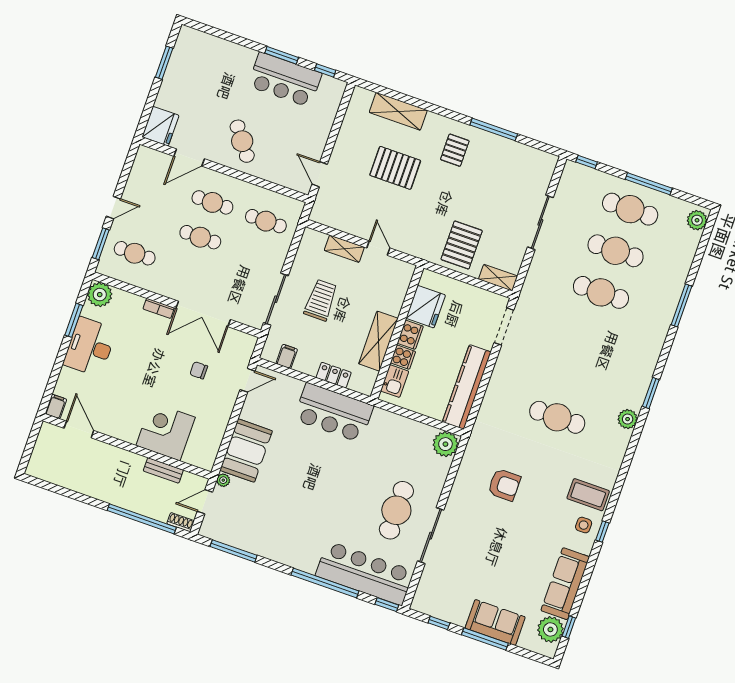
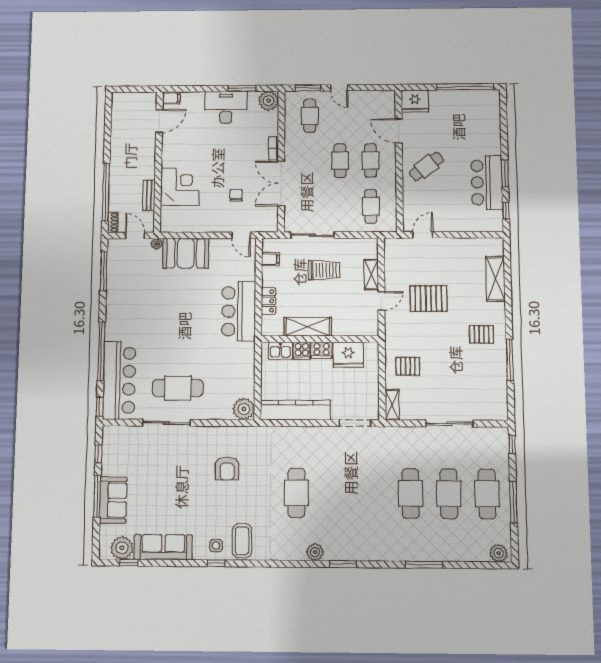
window: (164, 63) -> (465, 87), width x2.11
pallet: (395, 168) -> (428, 299), moved, turned 90
pallet: (462, 245) -> (408, 366), width x0.67, depth x0.71

